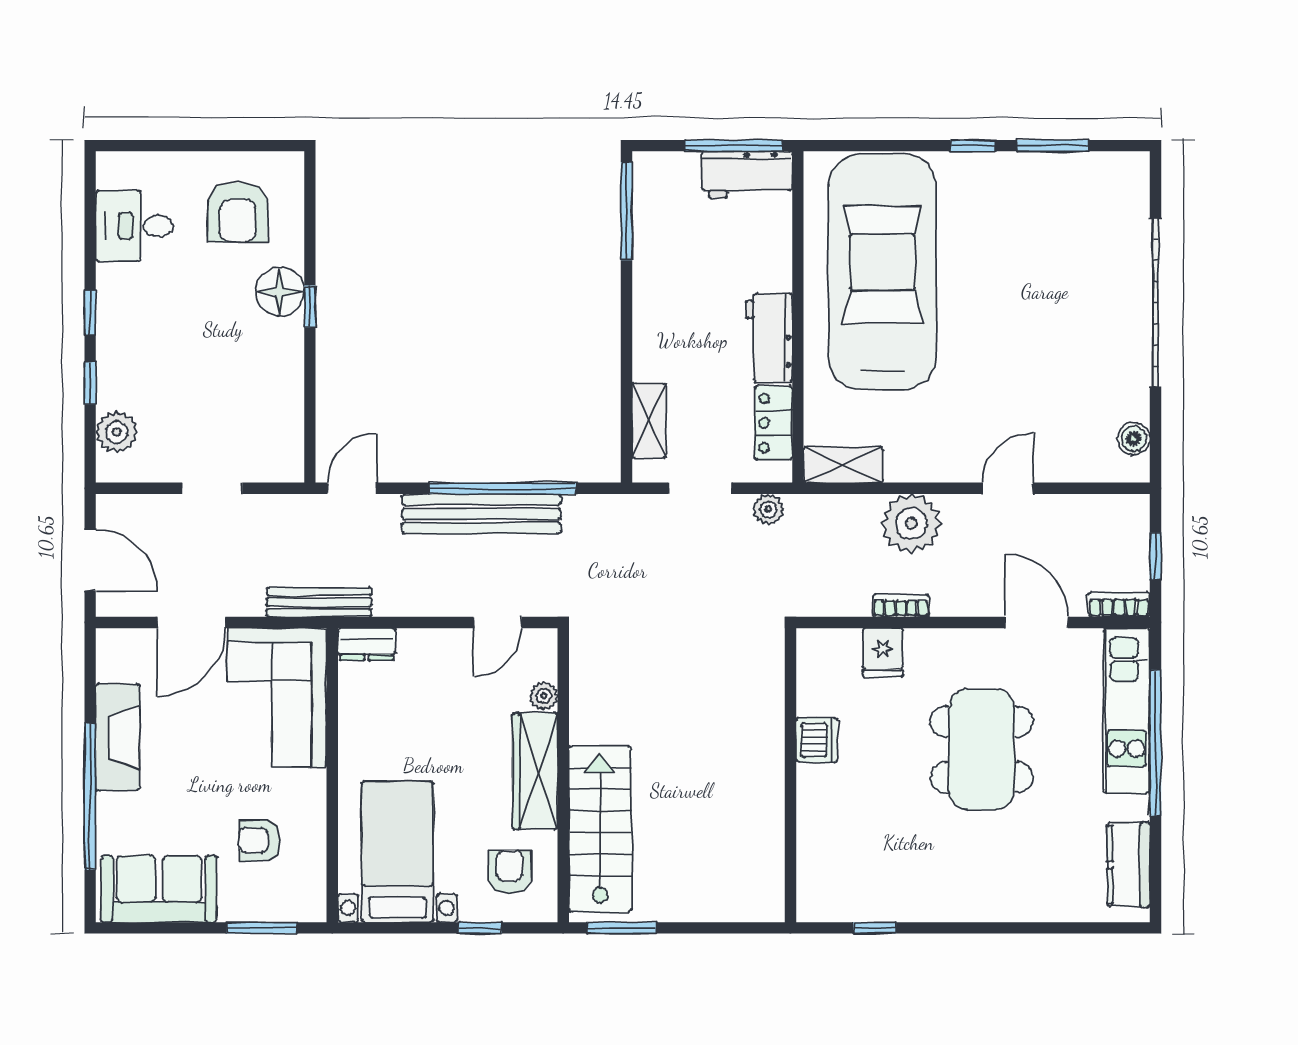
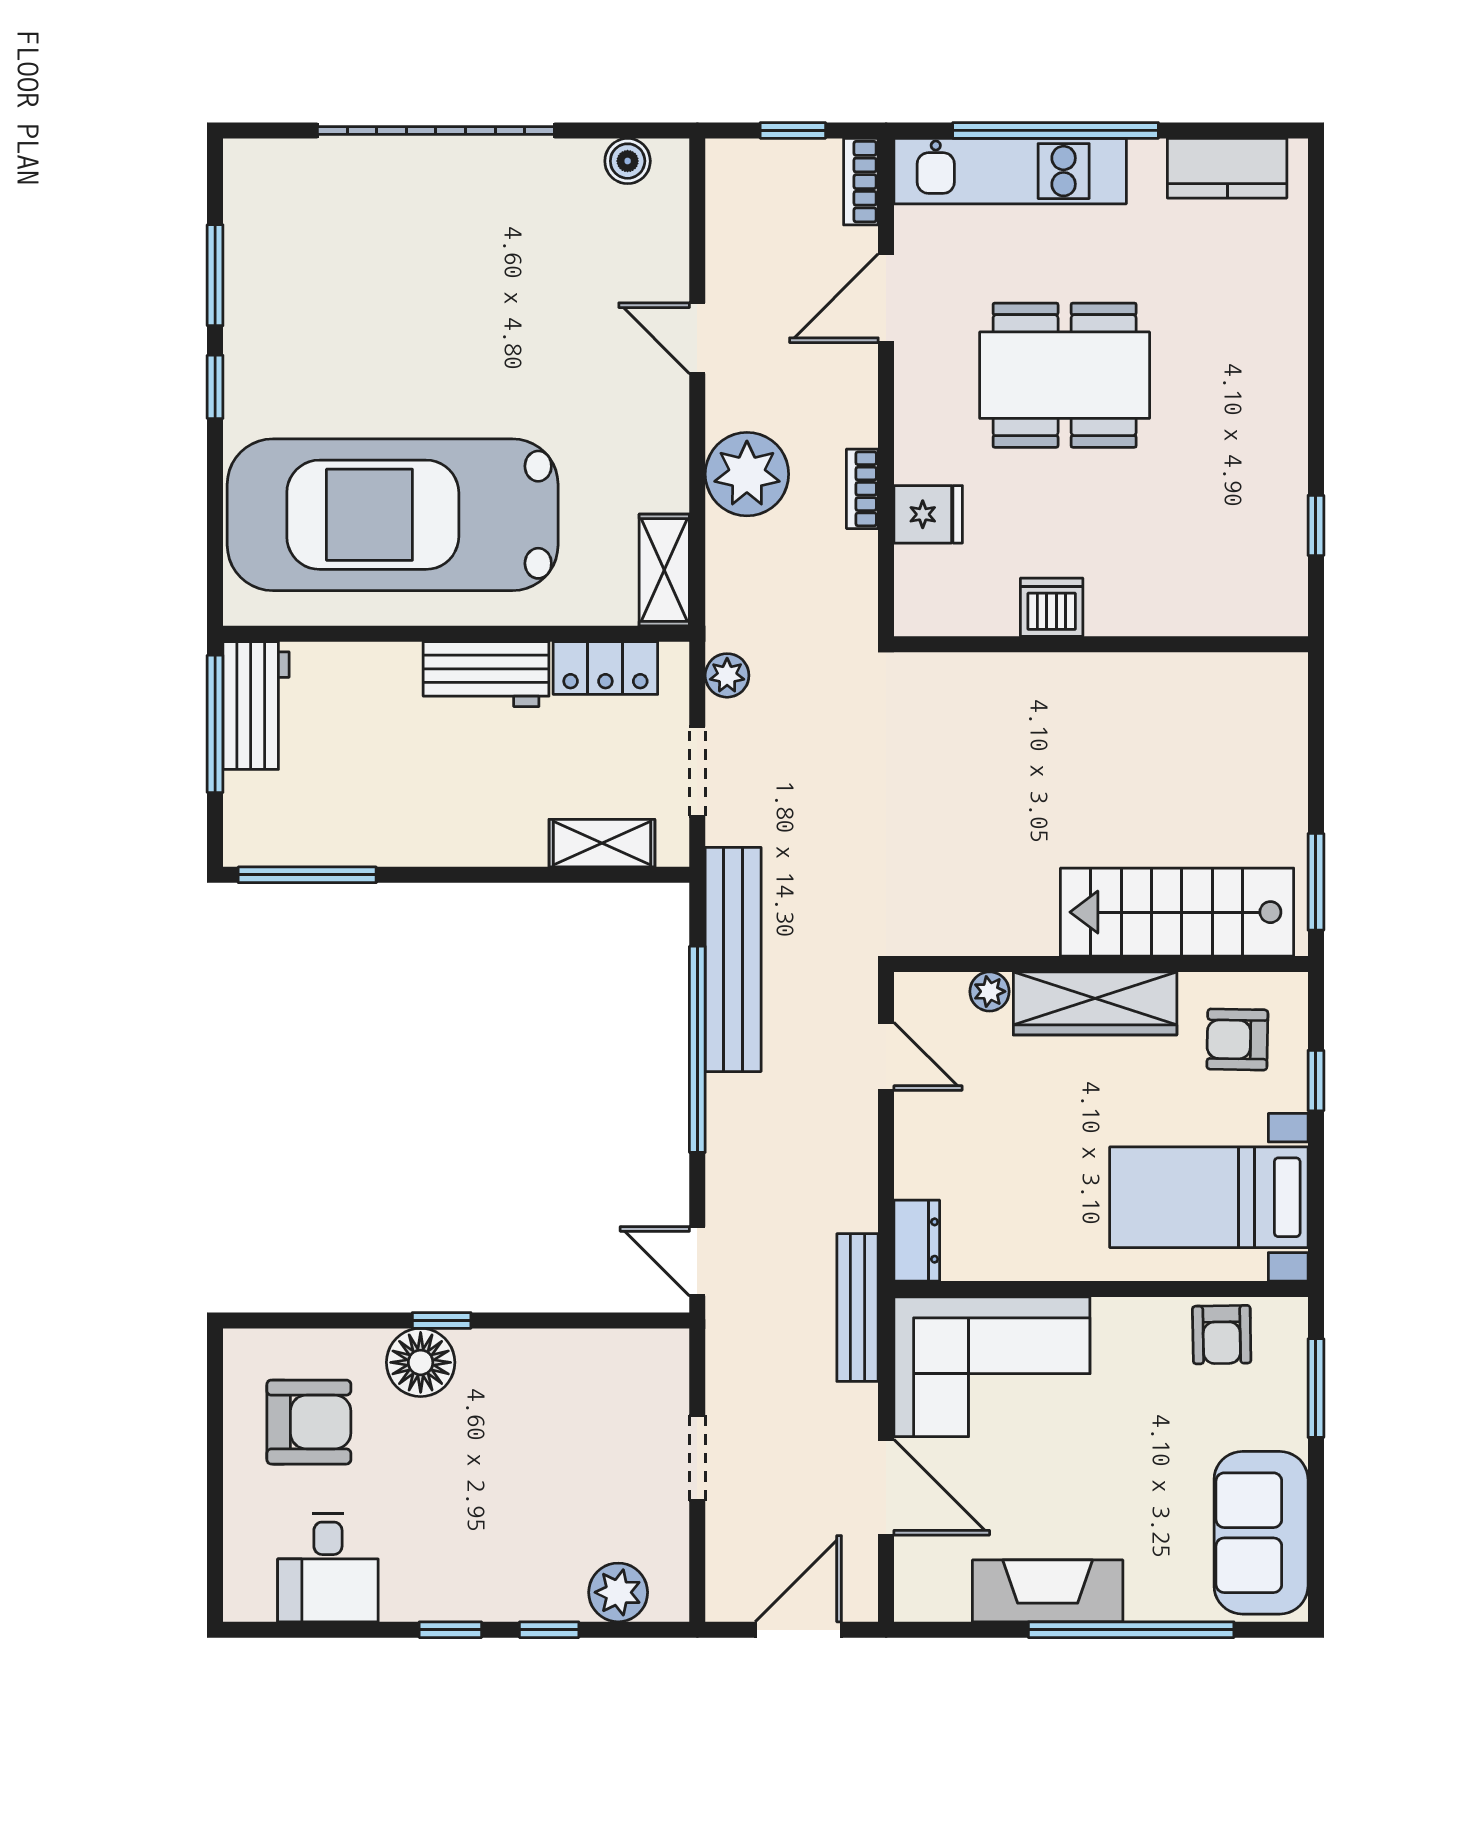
bench: (482, 514) -> (733, 959), moved
armchair: (259, 840) -> (1222, 1335), moved

